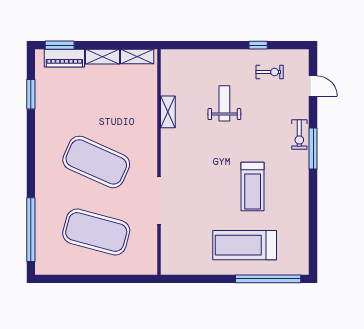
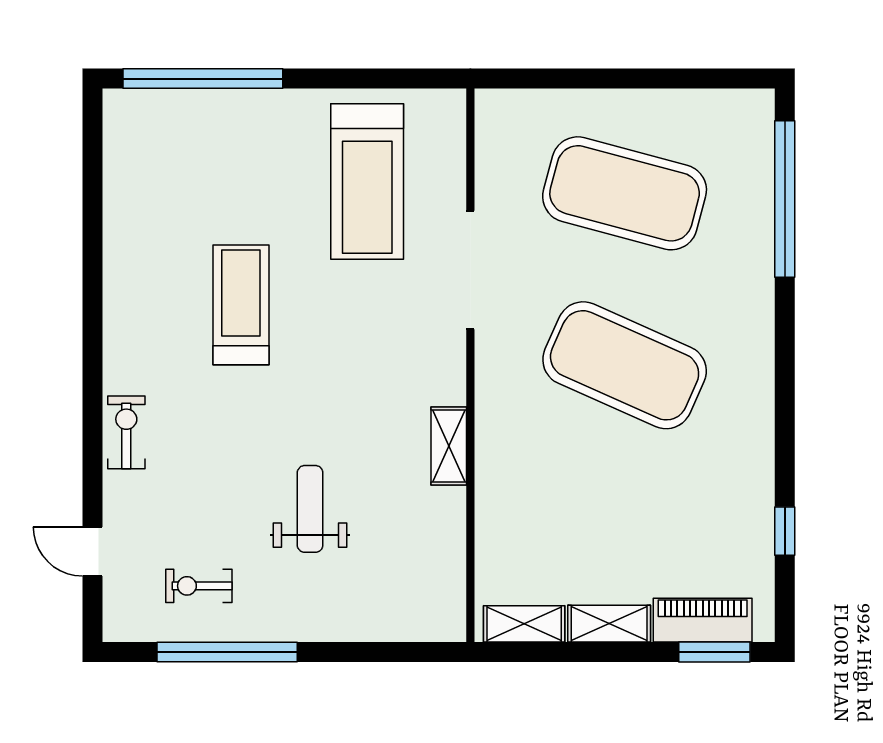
window: (258, 45) -> (227, 652), width x3.17
window: (31, 94) -> (785, 531), width x0.67
weight bench: (224, 103) -> (310, 509), turned 180
shelving: (168, 112) -> (449, 446), moved
window: (313, 149) -> (93, 398), removed
treadmill: (245, 245) -> (367, 182), moved, turned 90

